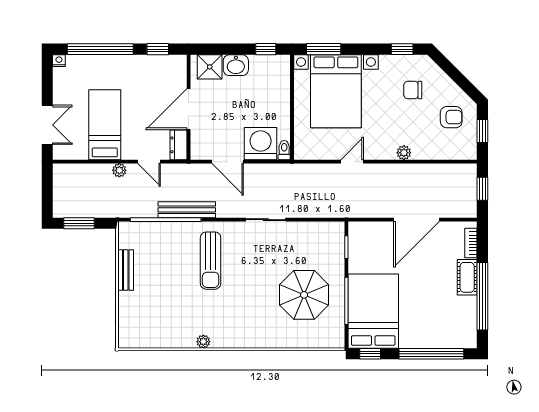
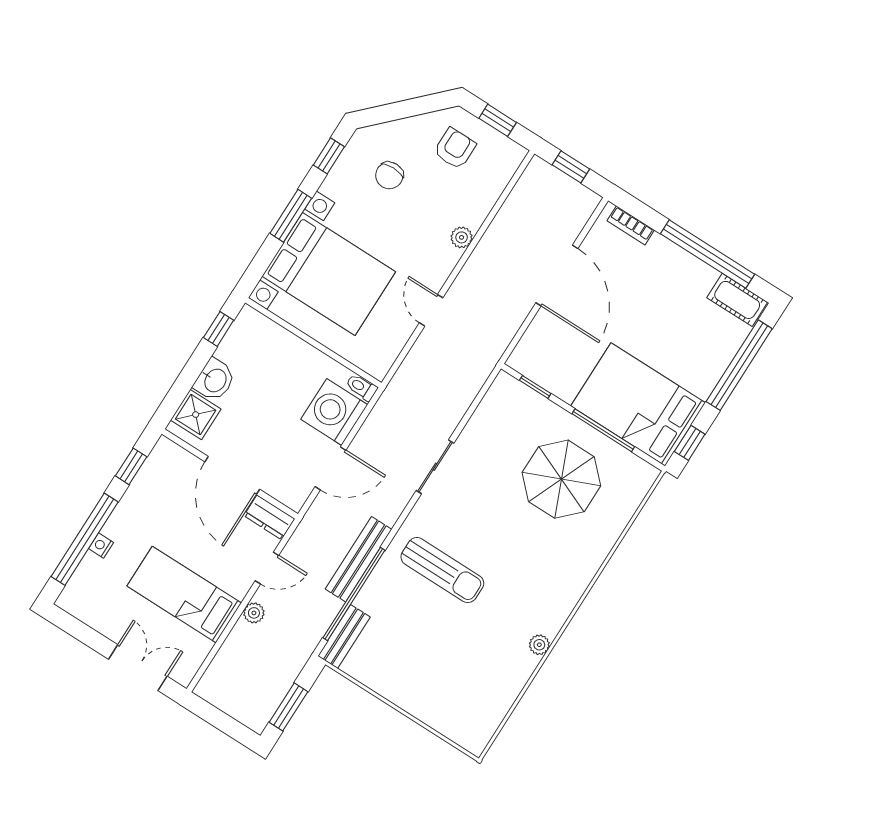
window: (324, 49) -> (291, 216), moved
nightstand: (59, 61) -> (101, 545), moved
bench: (126, 270) -> (344, 636), moved, turned 90
cot: (467, 277) -> (737, 300), moved

